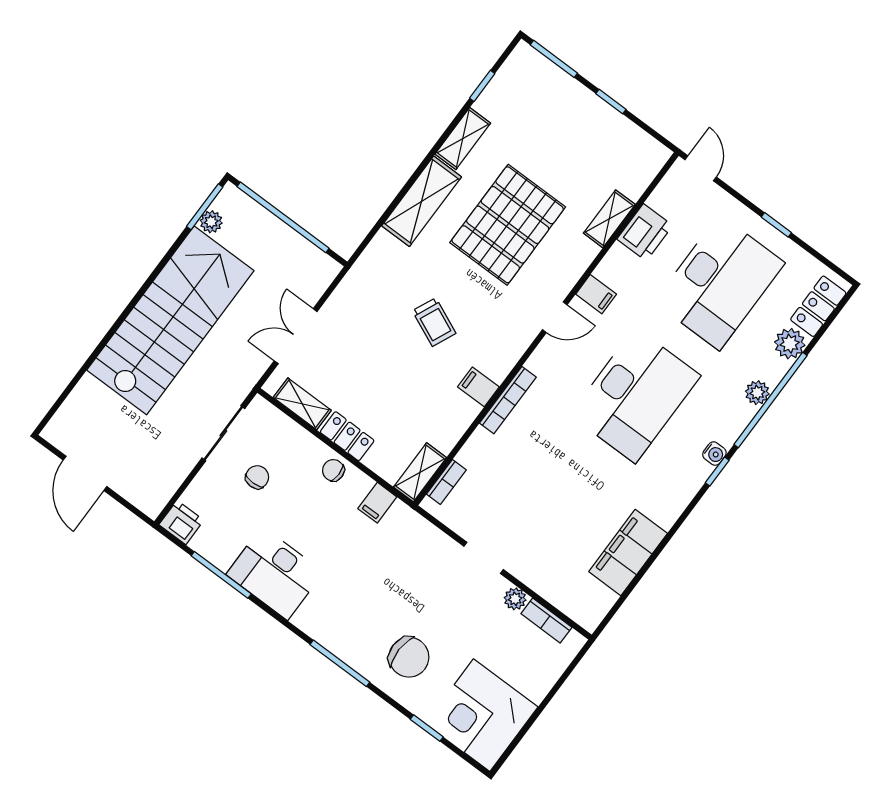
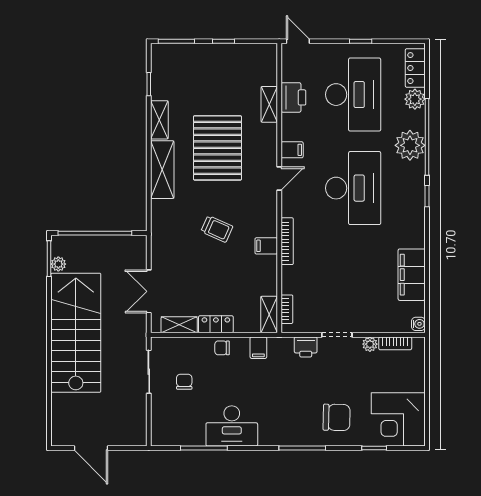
plant: (757, 393) -> (410, 145), width x1.87, depth x1.87
water cooler: (714, 454) -> (418, 324), moved
printer: (181, 522) -> (306, 347), moved, turned 180

